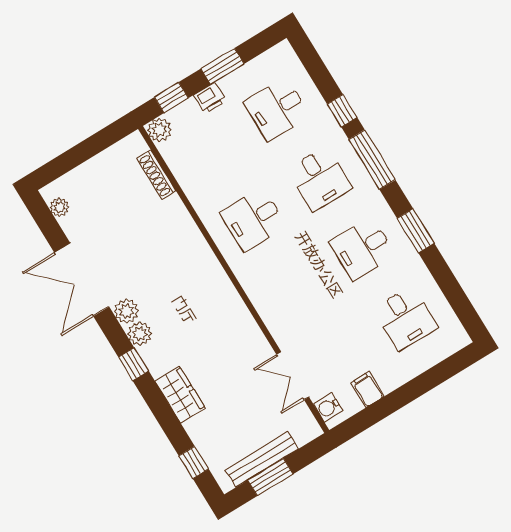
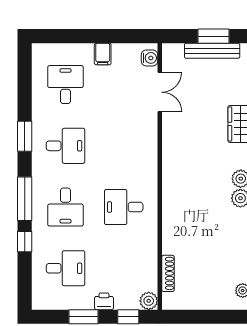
desk: (320, 179) -> (65, 207), turned 180
desk: (253, 219) -> (124, 207), turned 180
filing cabinet: (368, 389) -> (103, 54), moved

